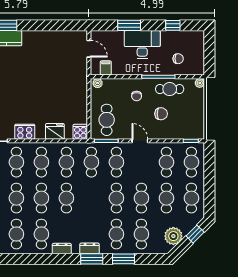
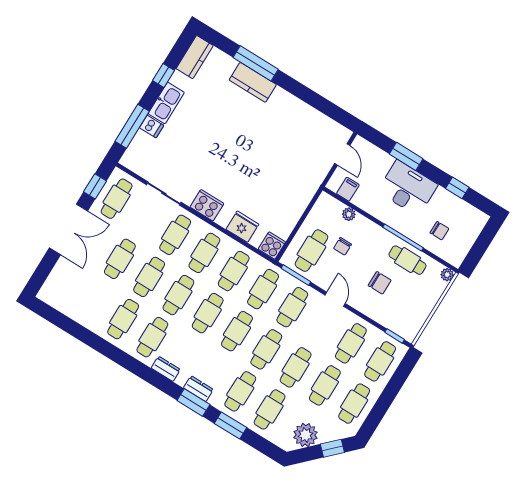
plant: (98, 83) -> (349, 214), moved
chair: (137, 96) -> (343, 246), moved
cafe table: (91, 198) -> (237, 331), added

